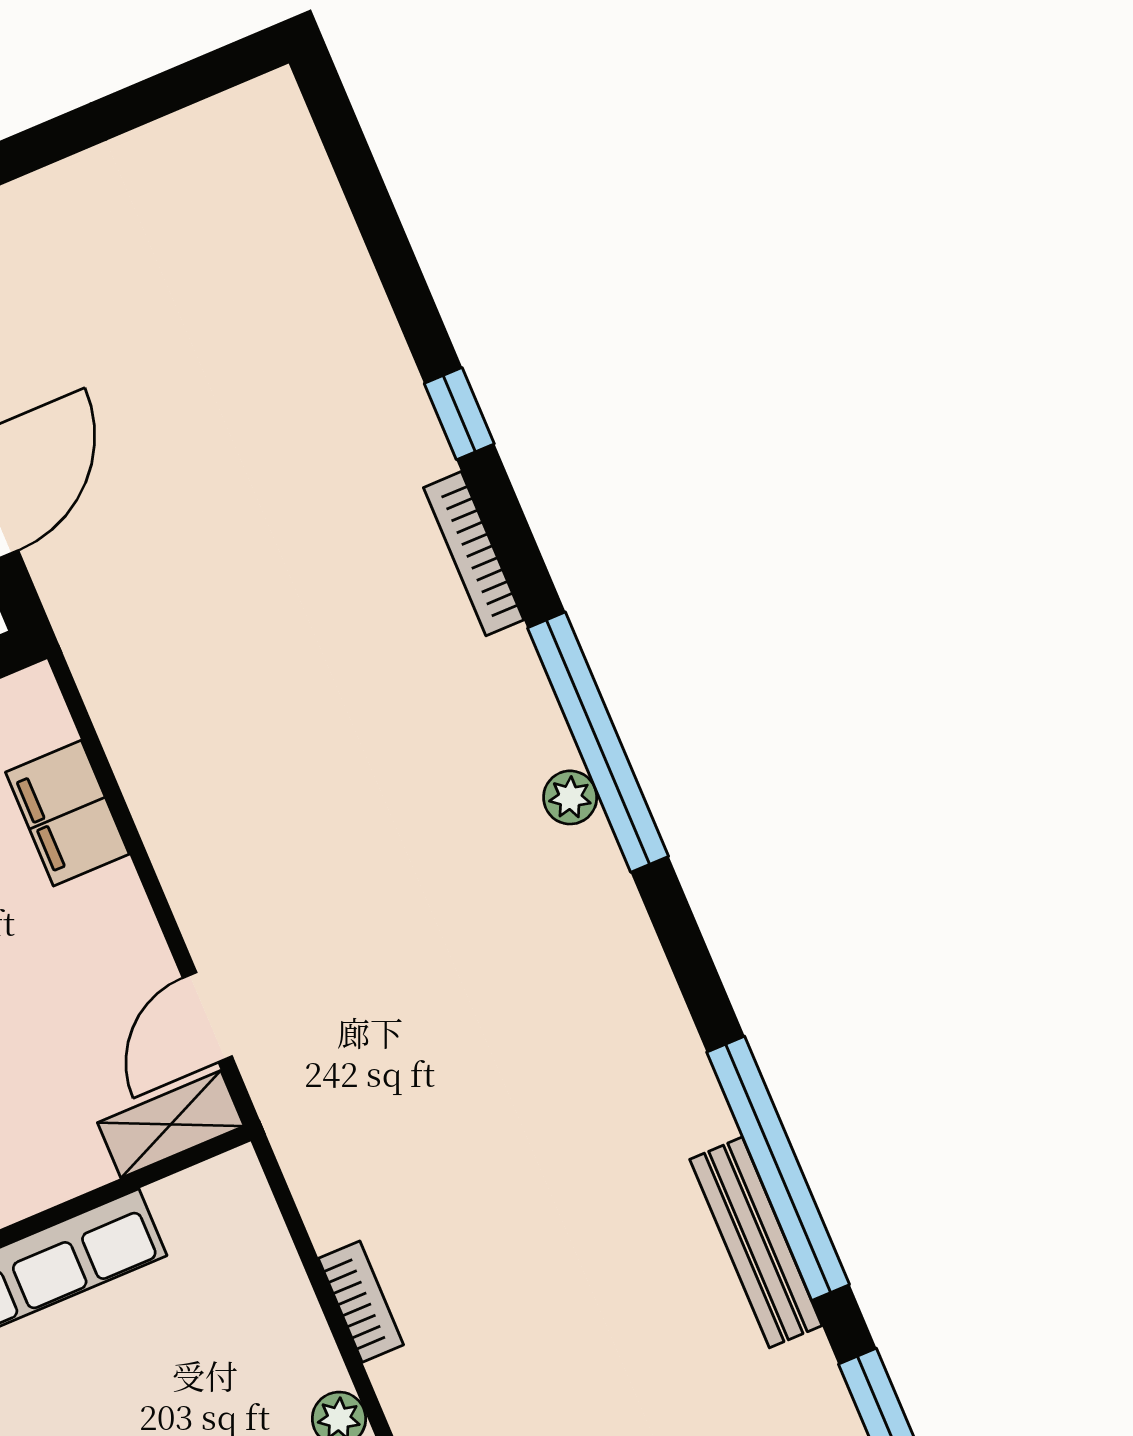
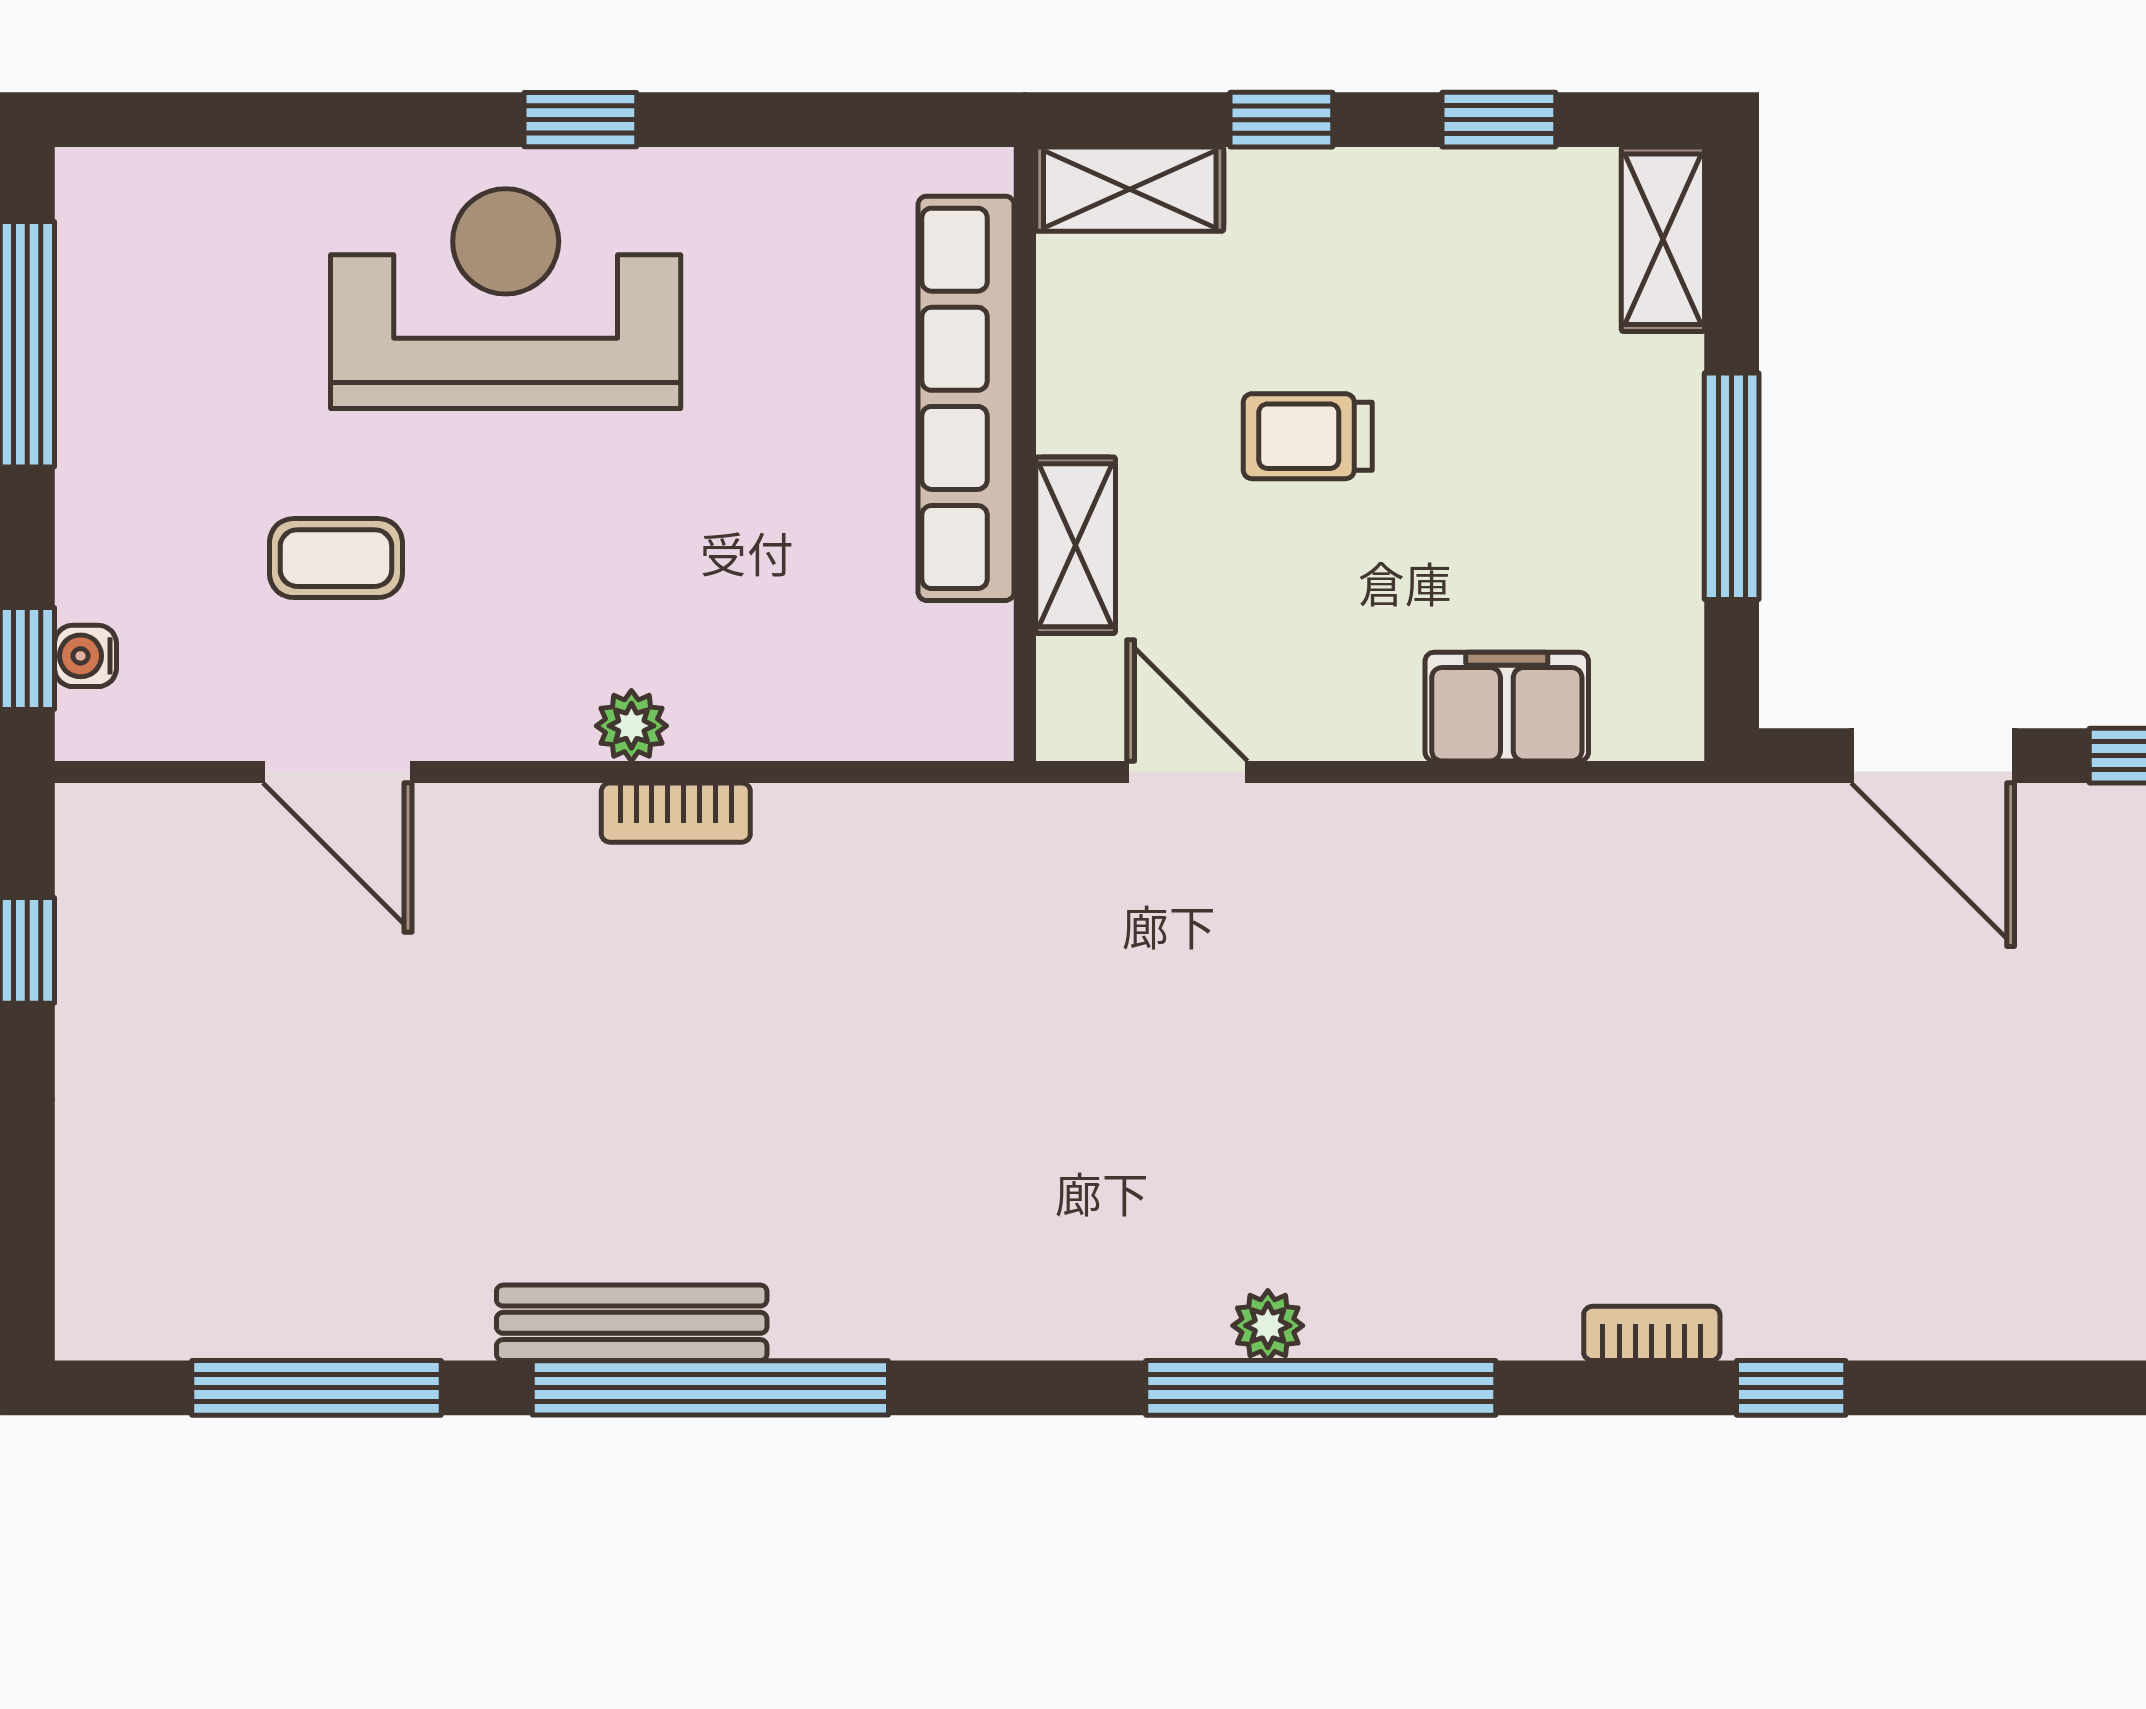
bookcase: (474, 554) -> (1652, 1333), width x0.64
shelving: (171, 1124) -> (1076, 545), moved
bookcase: (361, 1302) -> (676, 813), moved

